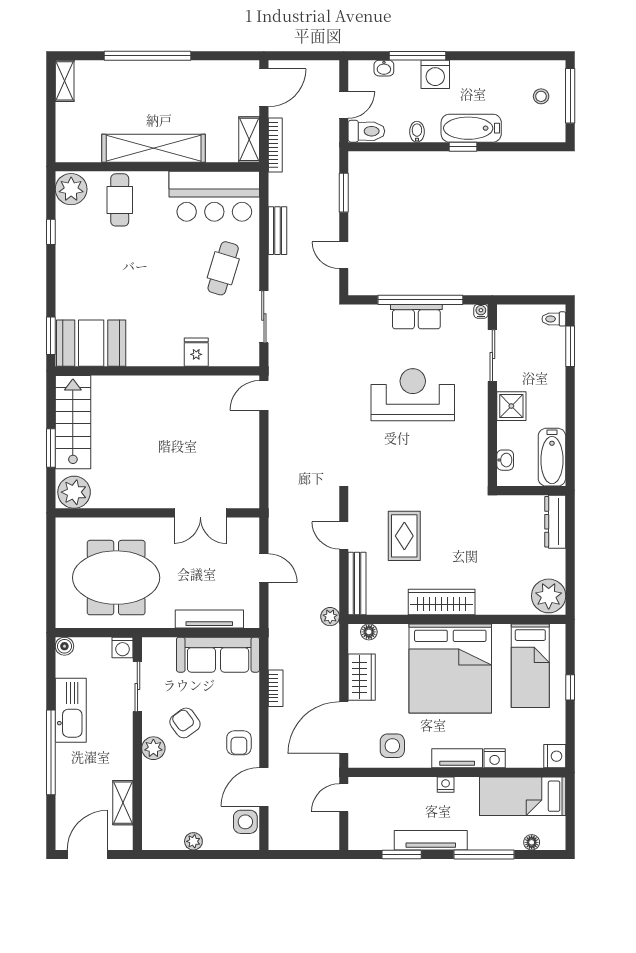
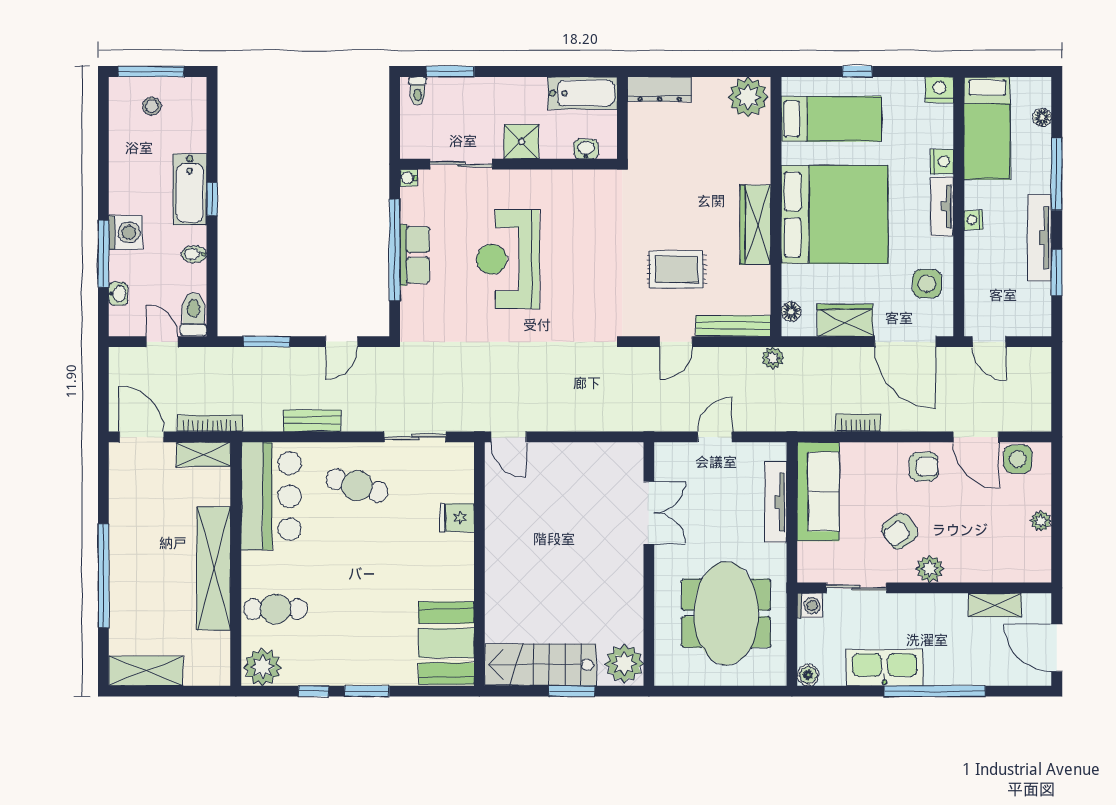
shelving: (65, 81) -> (146, 671), width x1.50, depth x1.33
window: (51, 336) -> (367, 691), moved

